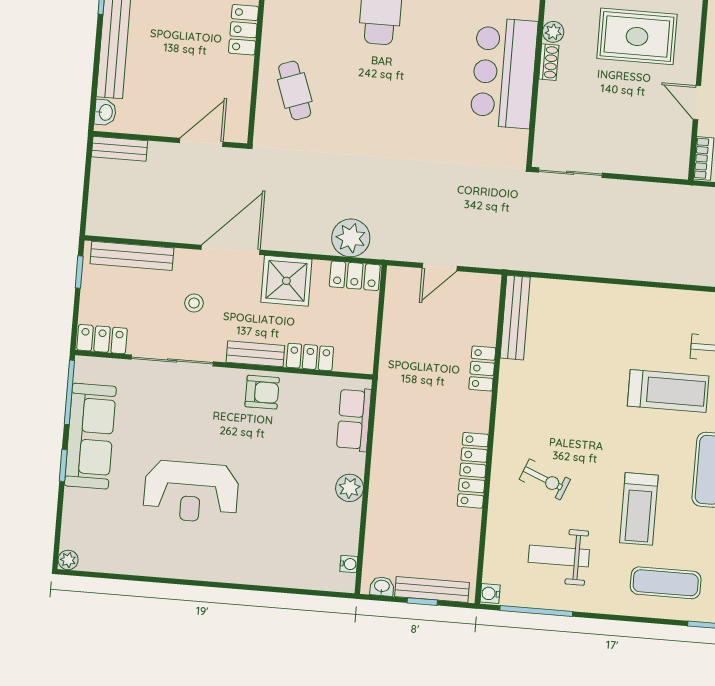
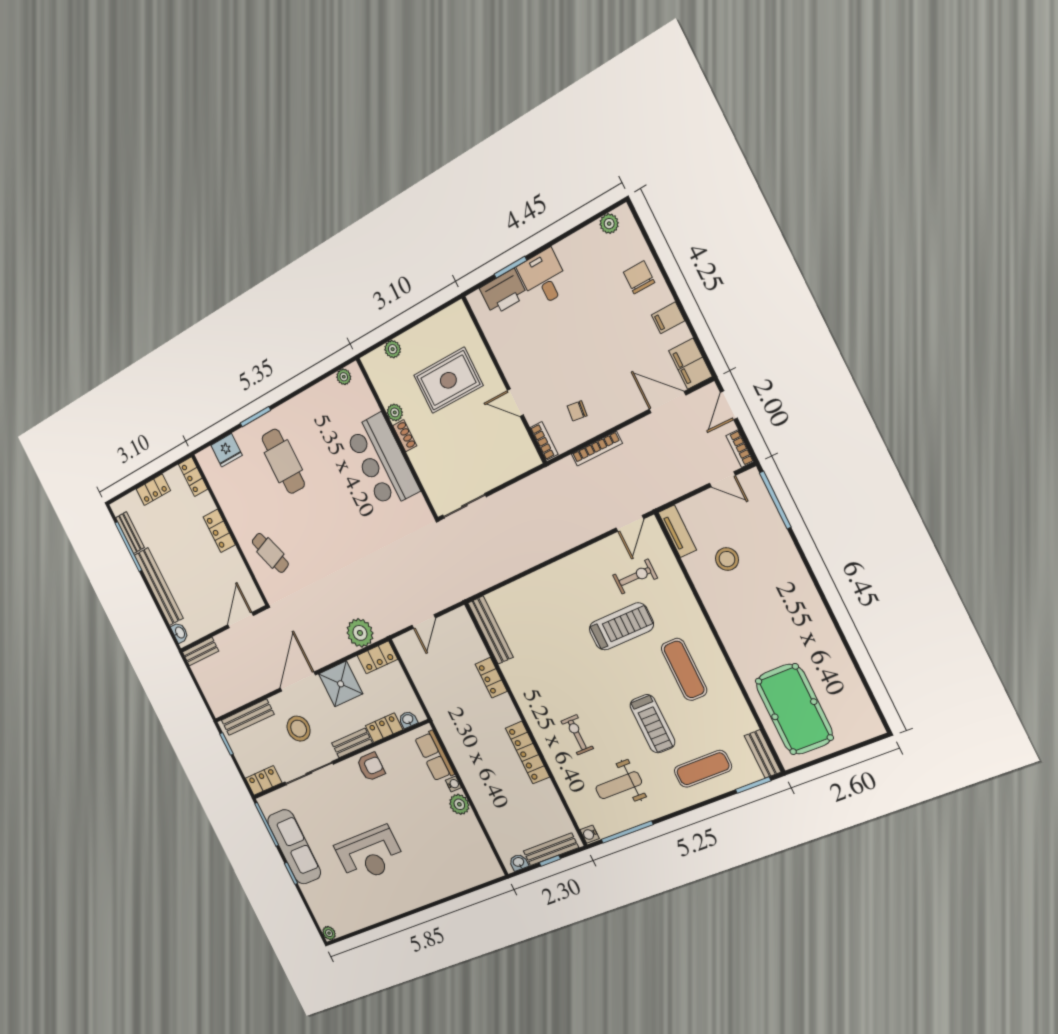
stool: (194, 303) -> (299, 729), width x1.89, depth x1.89
washbasin: (347, 363) -> (408, 719), added
exercise bike: (545, 479) -> (577, 735), turned -112
water cooler: (349, 564) -> (453, 784), moved

